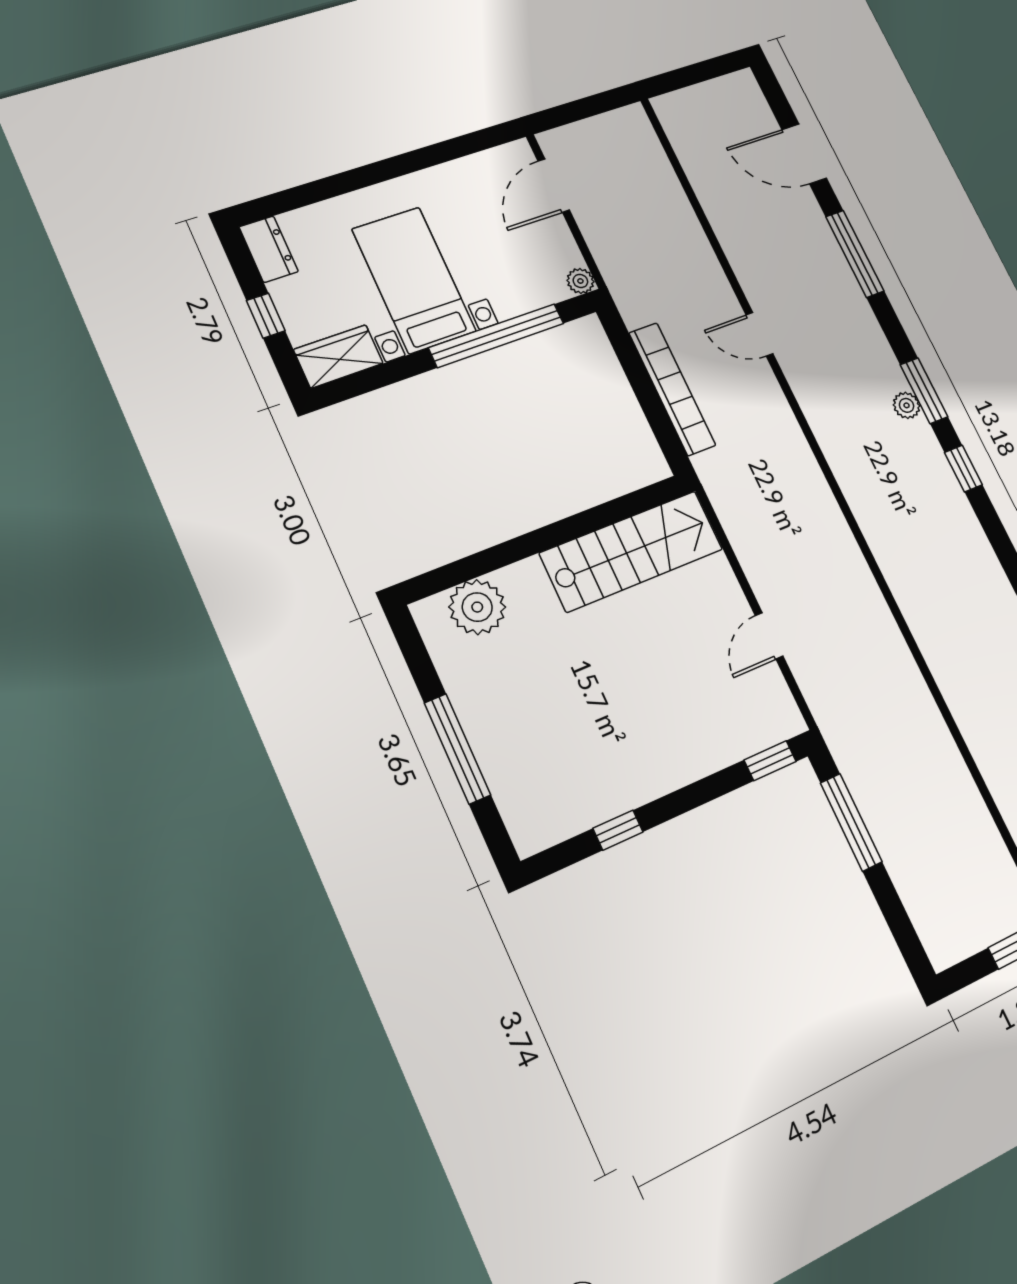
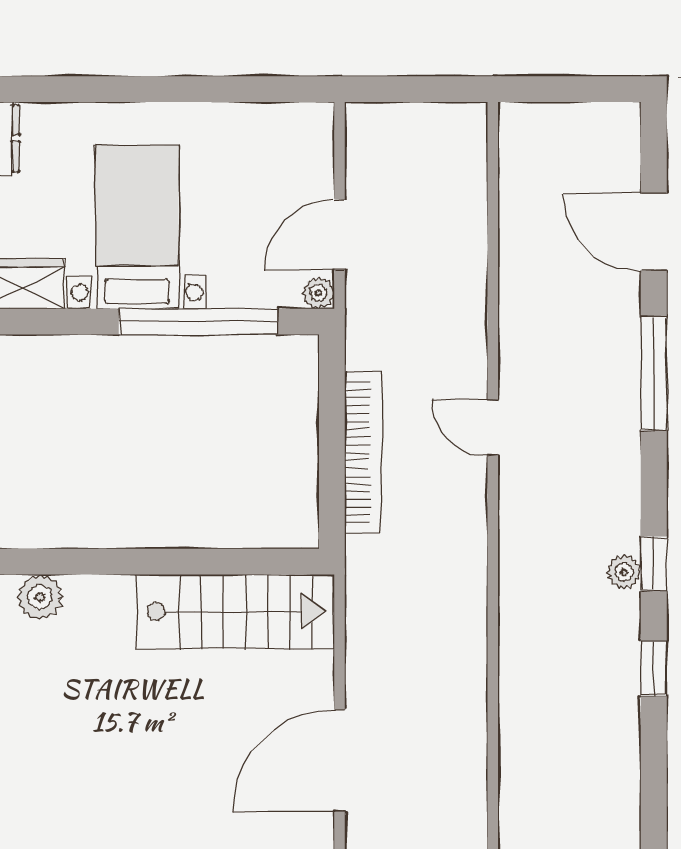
door: (554, 186) -> (340, 234), moved
window: (924, 391) -> (654, 563), width x0.67
plant: (477, 607) -> (40, 597), width x0.73, depth x0.73
door: (769, 636) -> (340, 760), width x1.88

